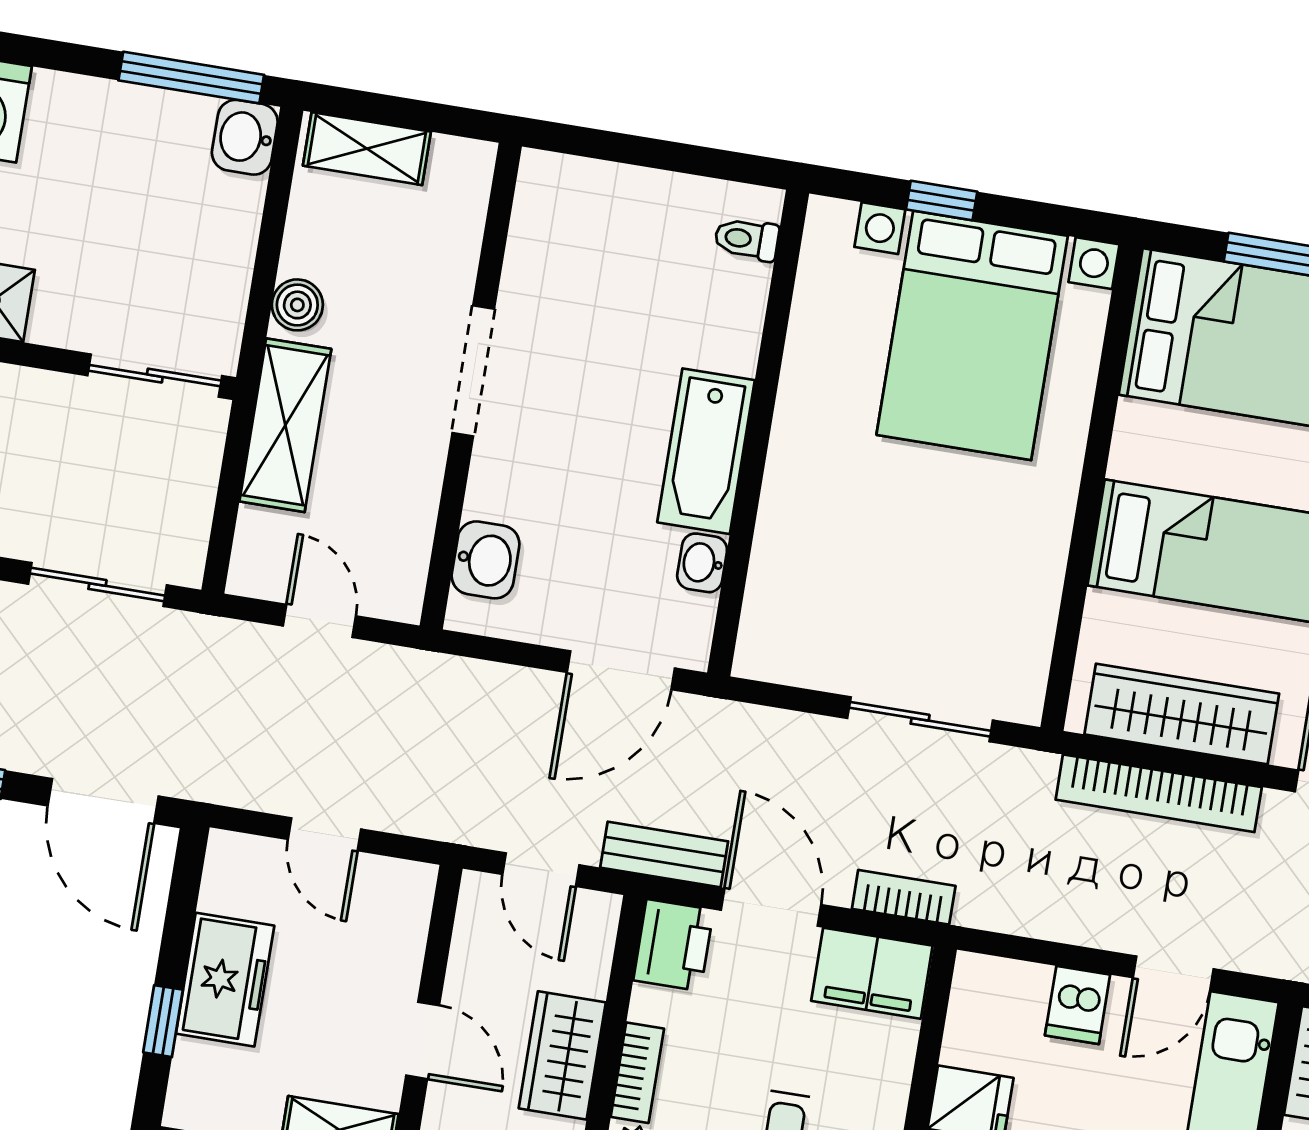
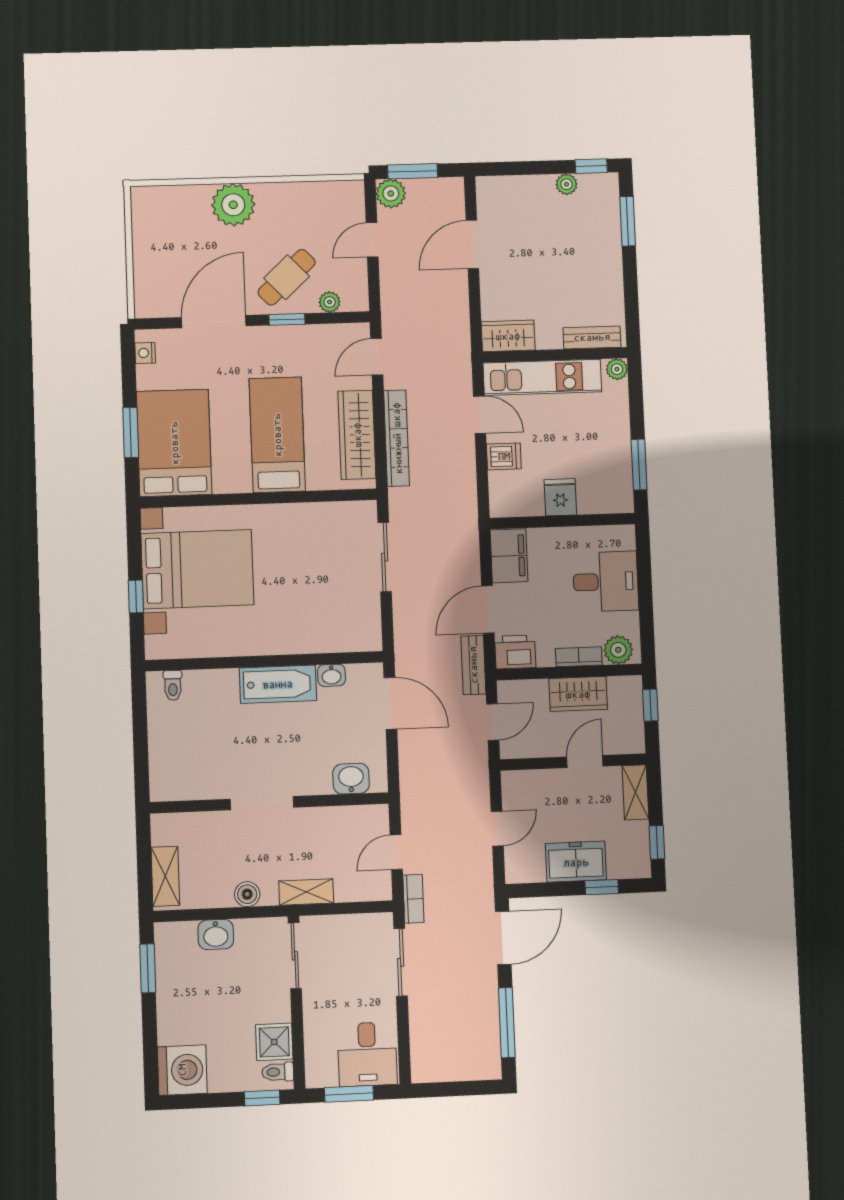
window: (191, 78) -> (148, 968), width x0.69
washbasin: (245, 137) -> (216, 934), moved
shelving: (285, 425) -> (306, 892), width x0.67, depth x0.75
bookcase: (904, 897) -> (413, 899), moved, turned 180

